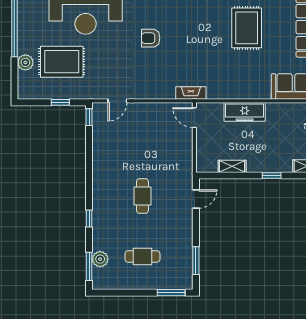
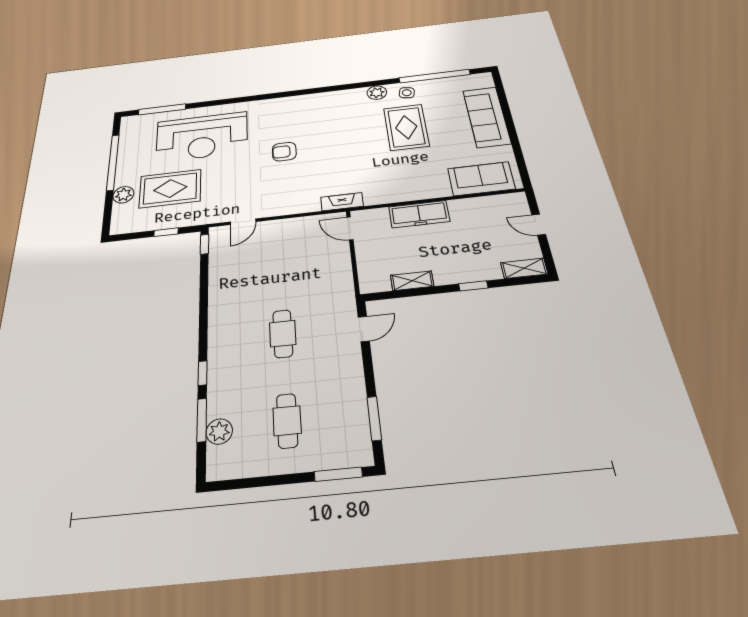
cafe table: (142, 256) -> (287, 421), turned 90
window: (89, 266) -> (202, 420), moved

